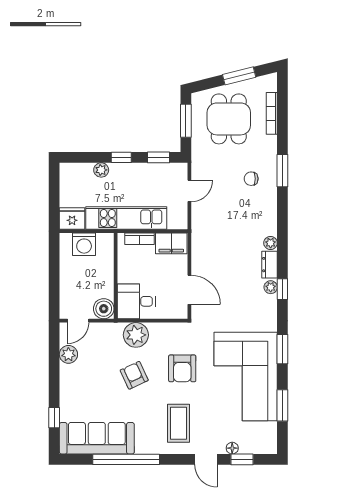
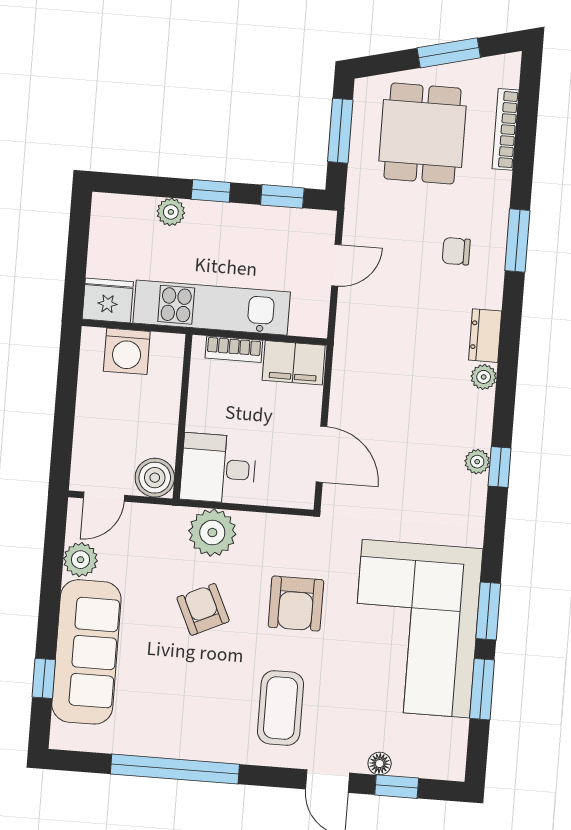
dresser: (270, 265) -> (485, 336), moved
window: (282, 349) -> (488, 611), moved
sofa: (97, 438) -> (86, 652), moved, turned 90

